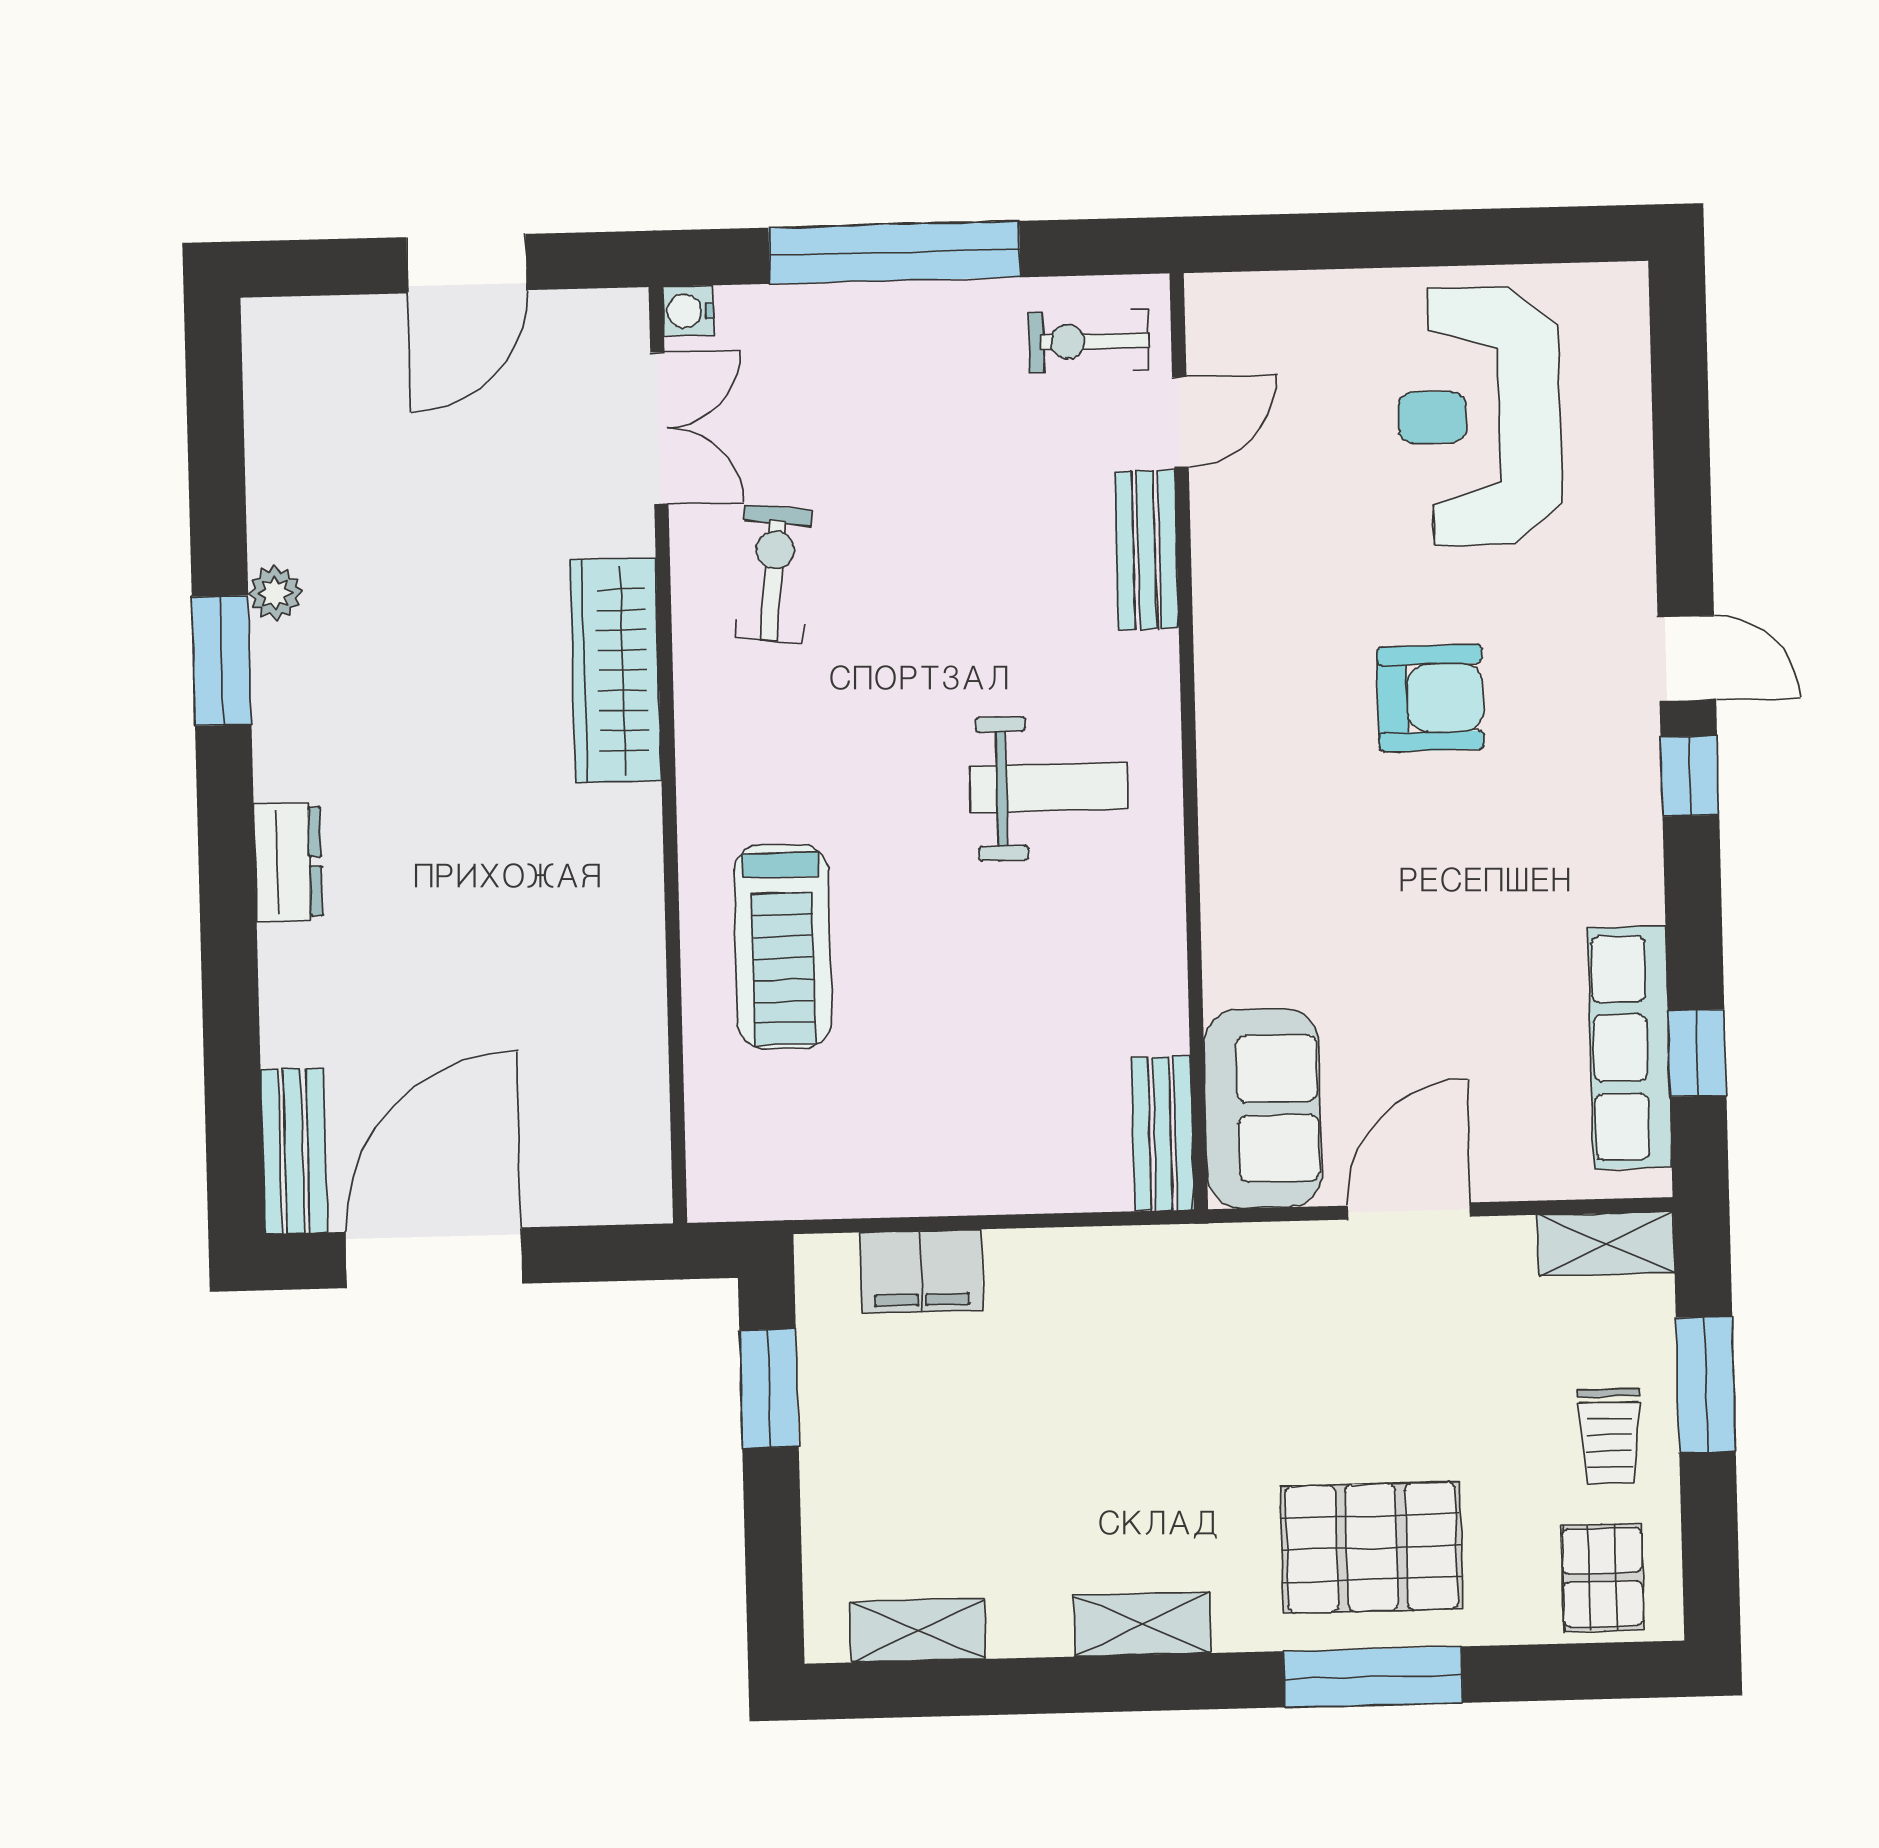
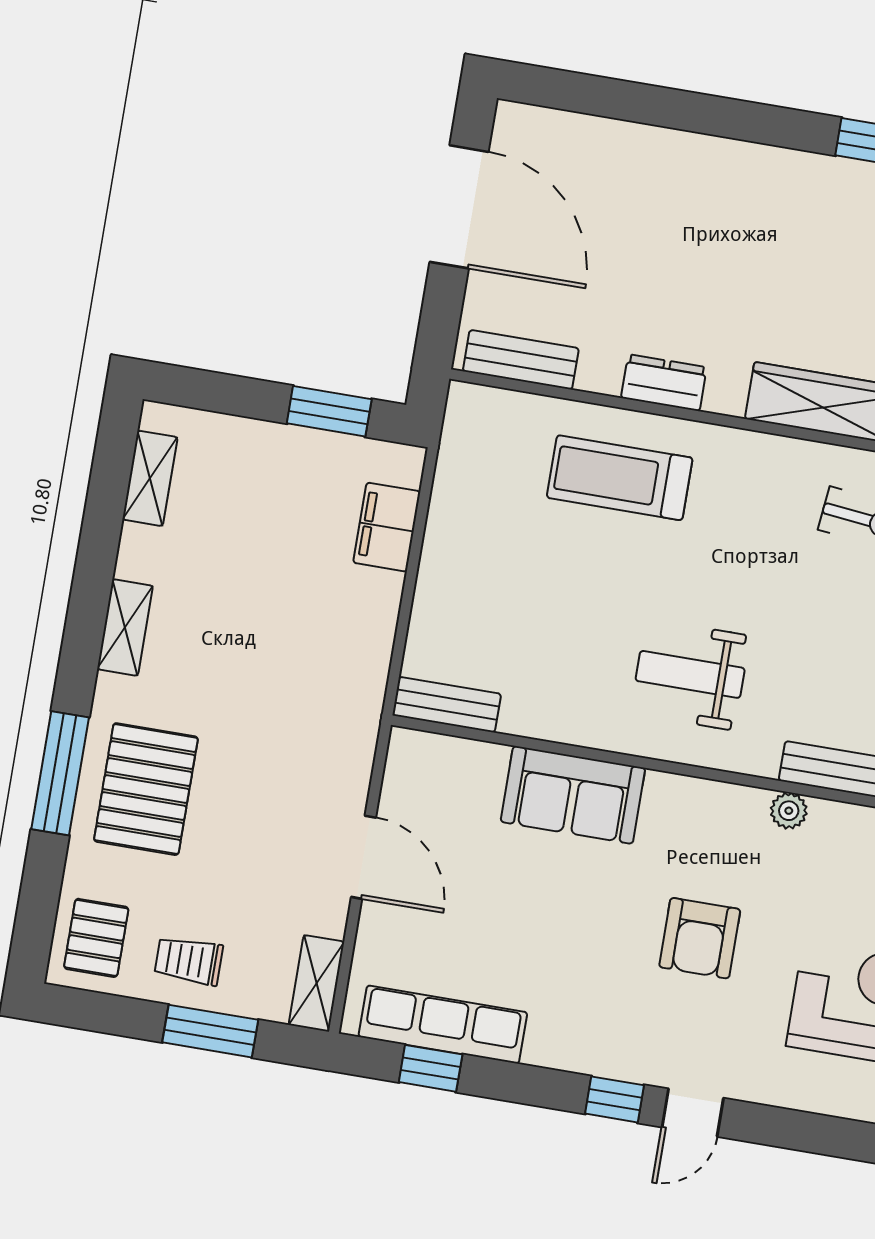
plant: (1219, 605) -> (789, 811), added
weight bench: (1049, 788) -> (690, 674), turned 90
dresser: (288, 862) -> (664, 383), moved, turned 180
sofa: (1263, 1108) -> (573, 795), moved
bench: (294, 1151) -> (521, 360), moved
pallet: (1603, 1577) -> (96, 938), turned 90

